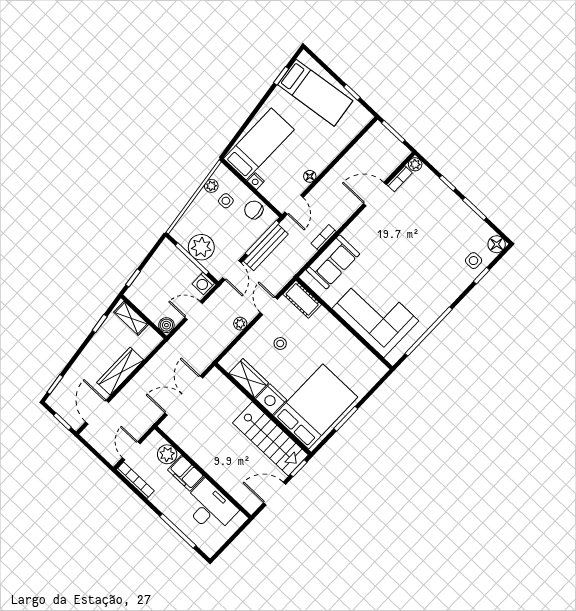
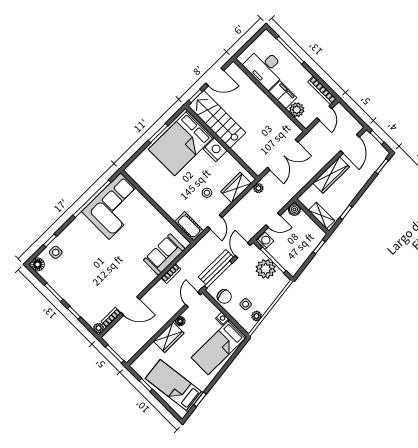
wardrobe: (324, 155) -> (169, 337), added
corner sofa: (375, 315) -> (115, 206), moved, turned -90
plant: (240, 324) -> (258, 188), moved
wardrobe: (249, 378) -> (236, 188), moved, turned 90

